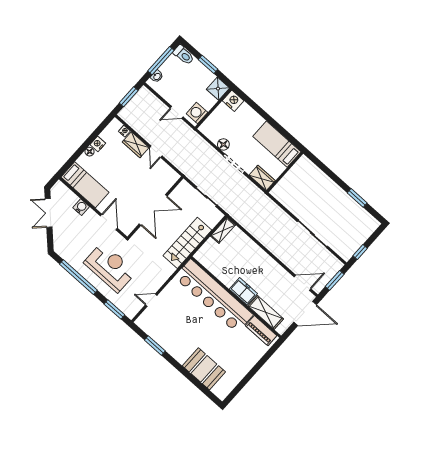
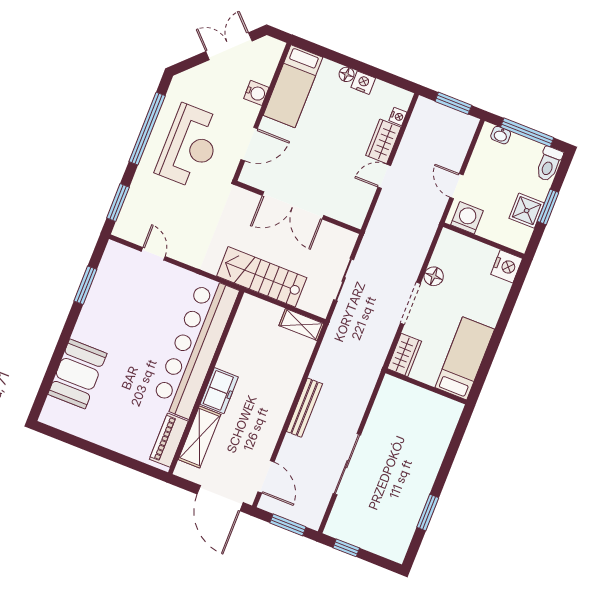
shower: (218, 89) -> (527, 211), moved
bench: (271, 246) -> (304, 408), added
reception desk: (110, 267) -> (190, 146), moved

